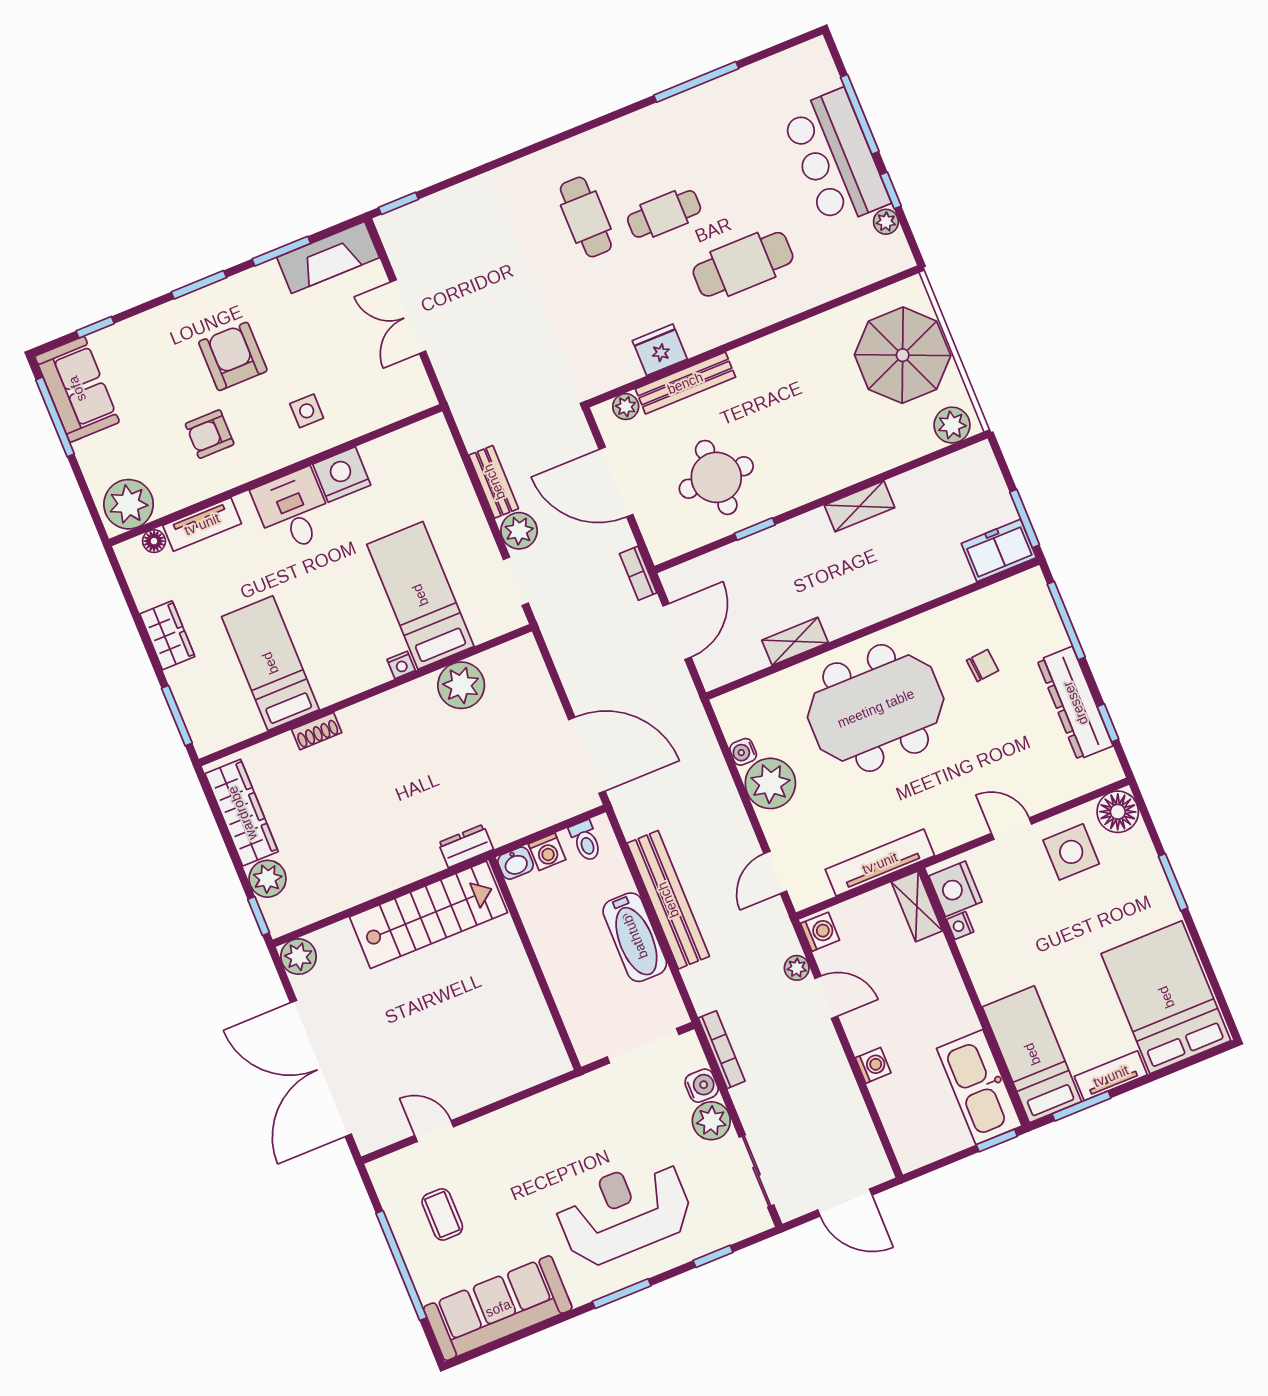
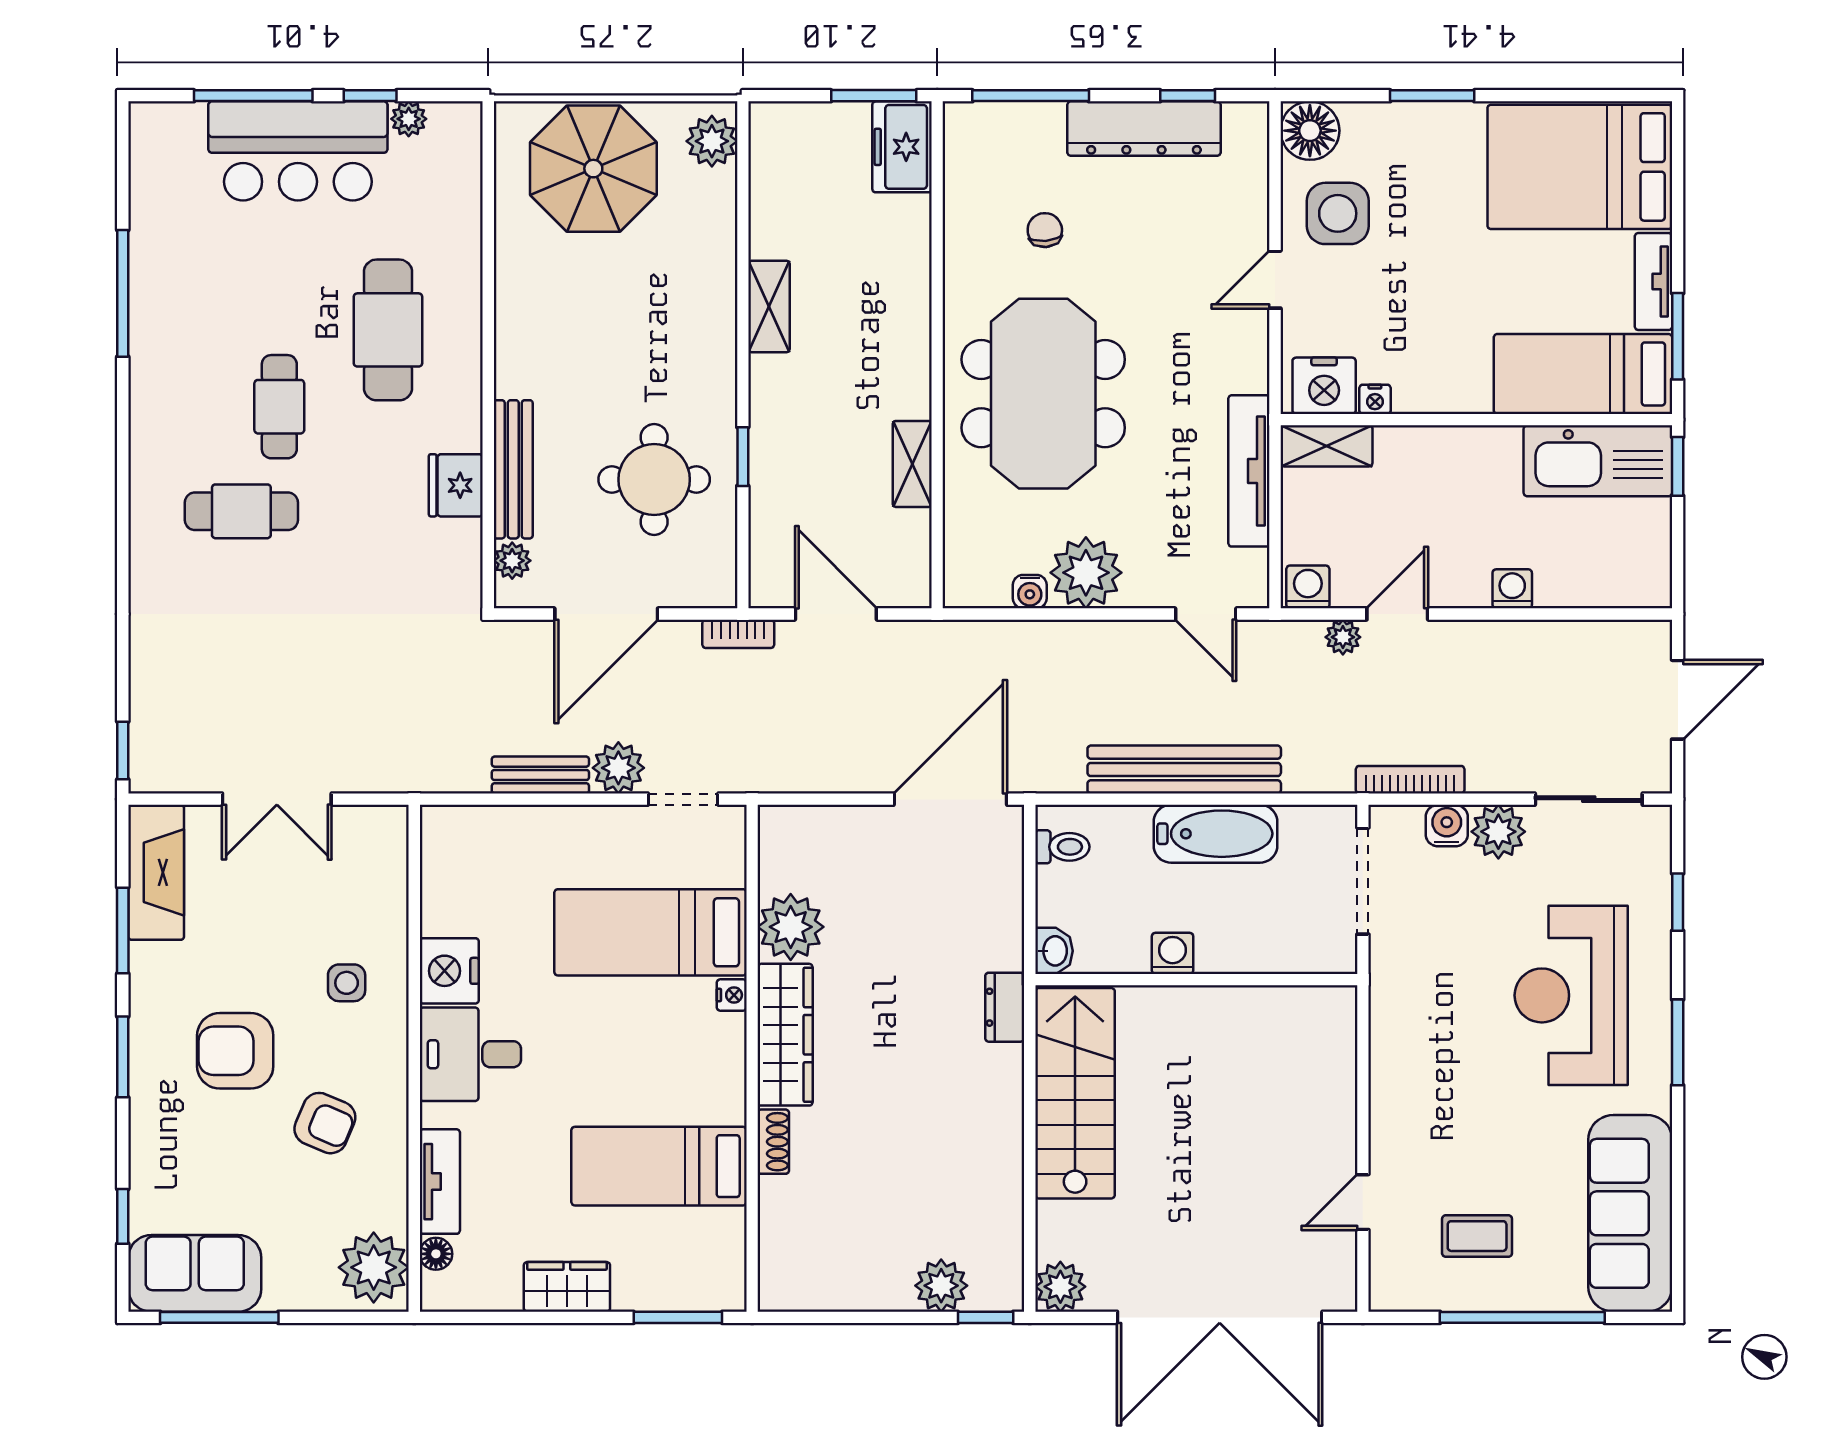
armchair: (210, 434) -> (325, 1123), turned -67
wardrobe: (242, 813) -> (785, 1035), moved, turned 90
washing machine: (547, 852) -> (1173, 953), moved, turned -90

